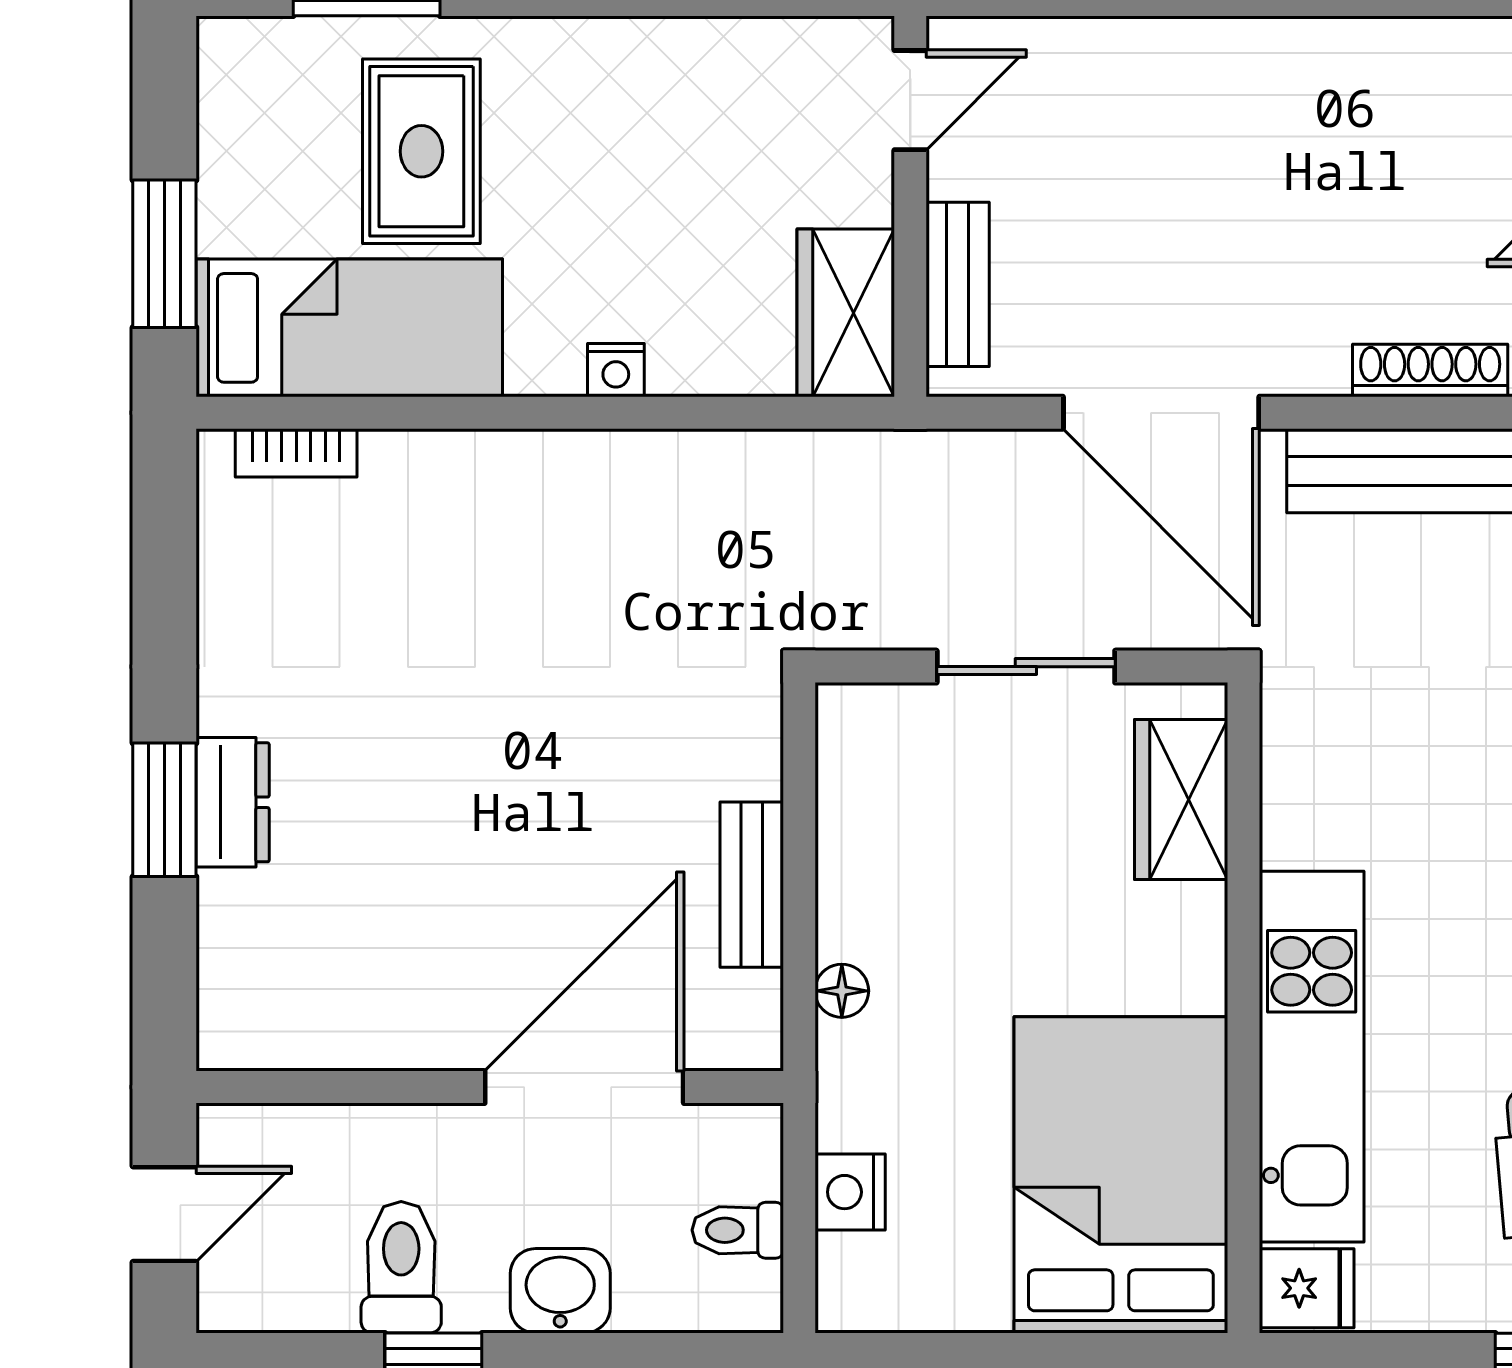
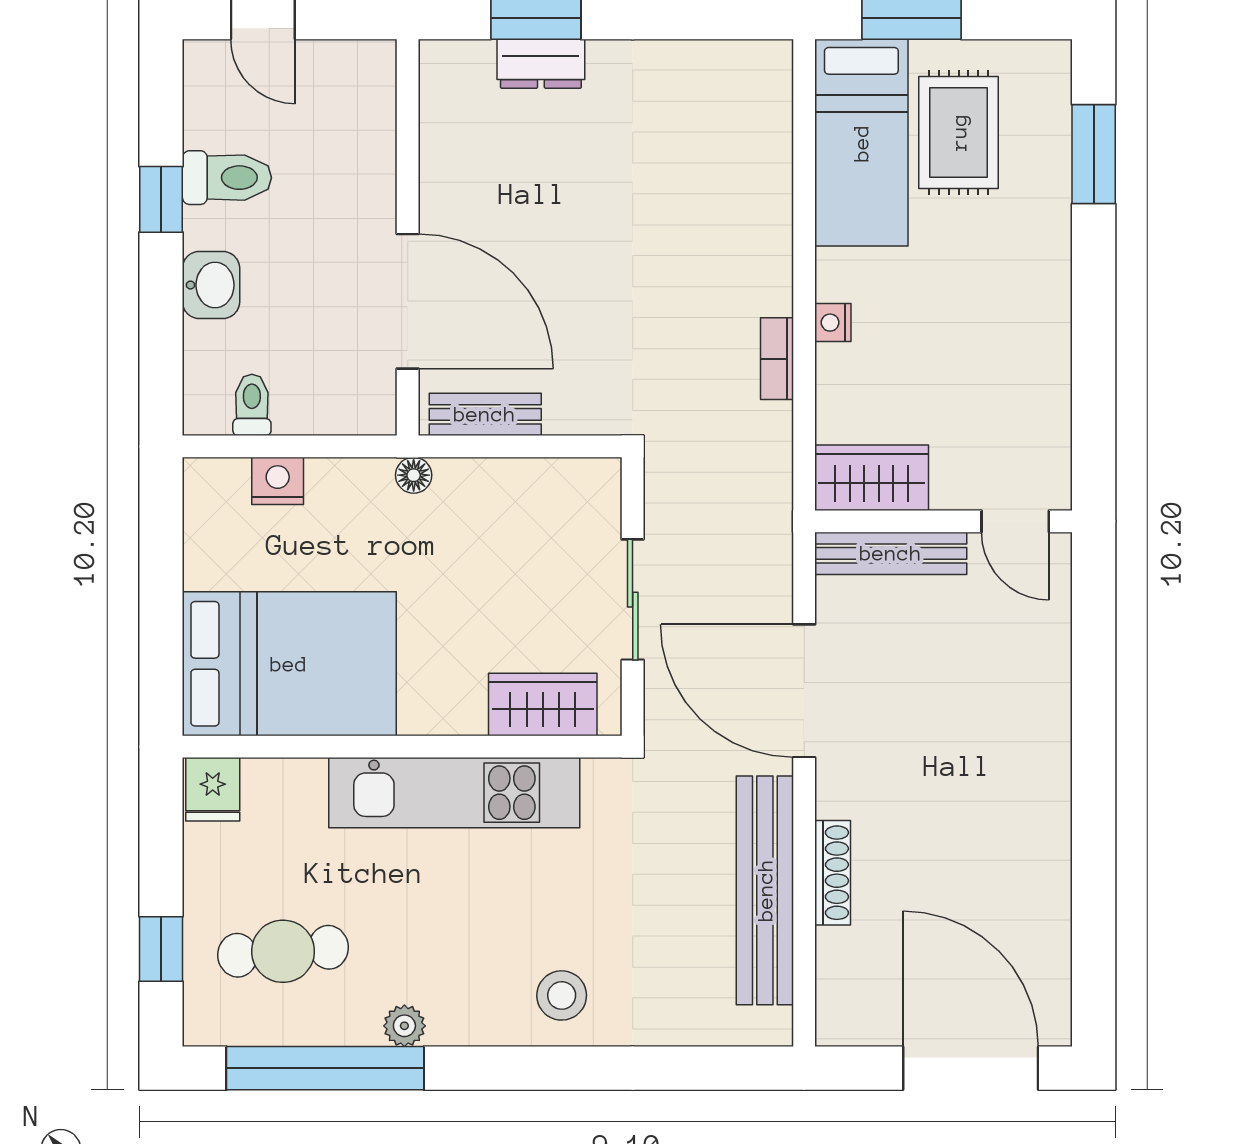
rug: (421, 151) -> (959, 132), moved, turned 90
bench: (958, 284) -> (891, 553), width x1.36
door: (1161, 413) -> (804, 691), hinge flipped
bookcase: (296, 453) -> (777, 359), moved
kitchen unit: (1312, 1057) -> (454, 793), moved
wall: (490, 1087) -> (408, 237), moved
door: (584, 1087) -> (408, 301), moved

